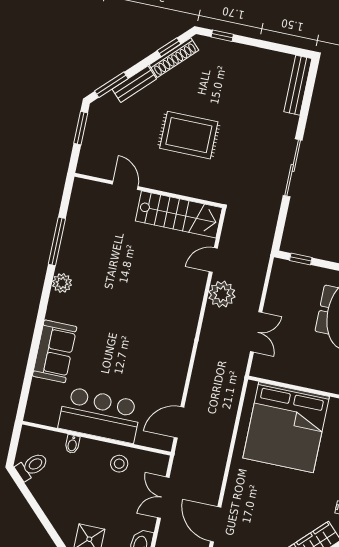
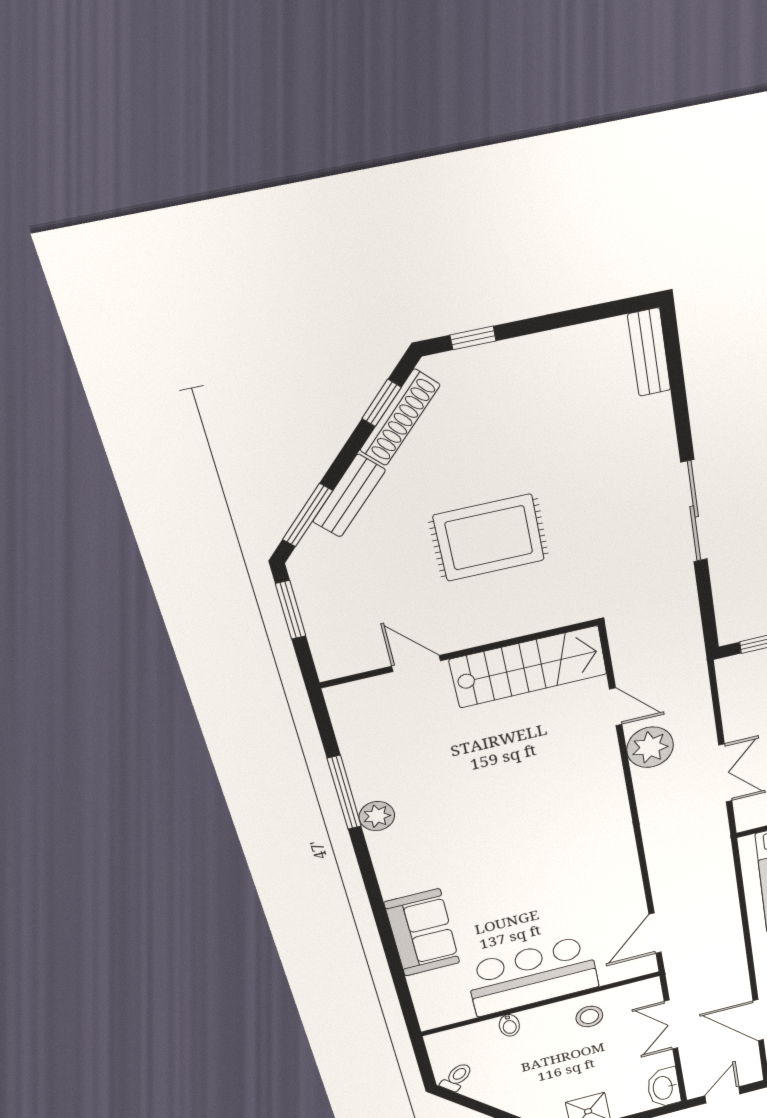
bench: (298, 85) -> (649, 352), width x0.73
door: (213, 260) -> (616, 707), swing flipped
plant: (62, 283) -> (377, 816), moved
toilet: (32, 466) -> (457, 1077), width x0.73, depth x0.72

